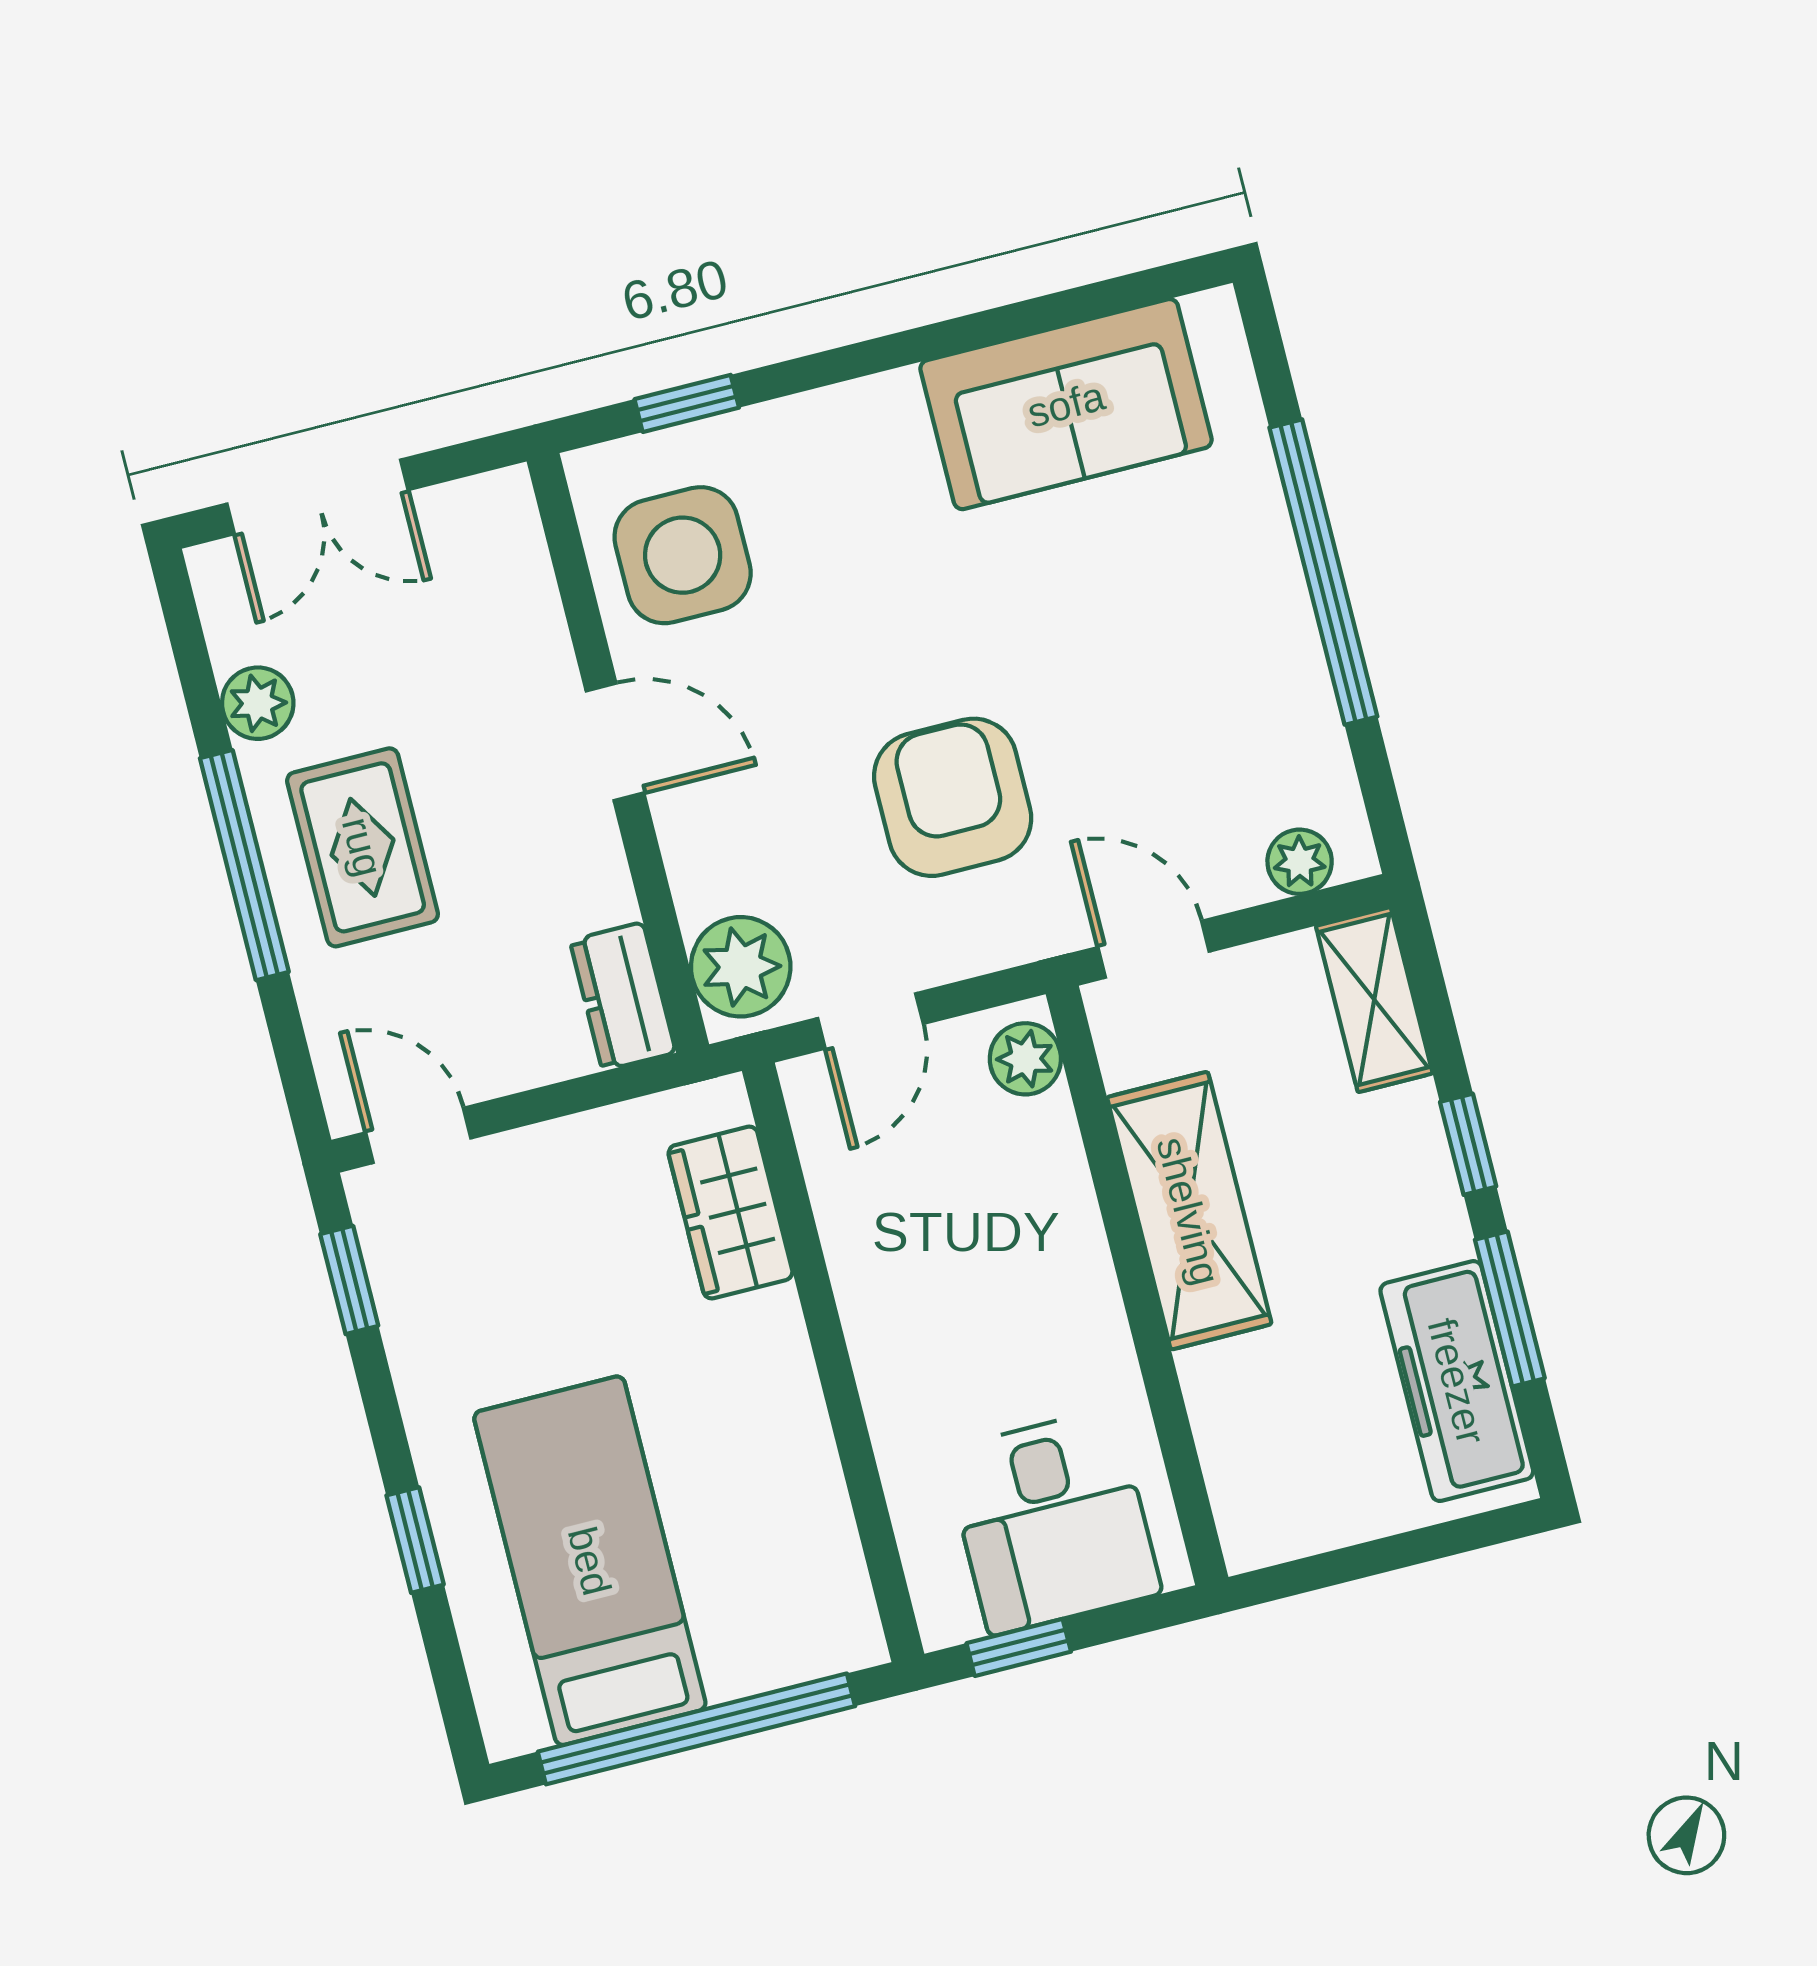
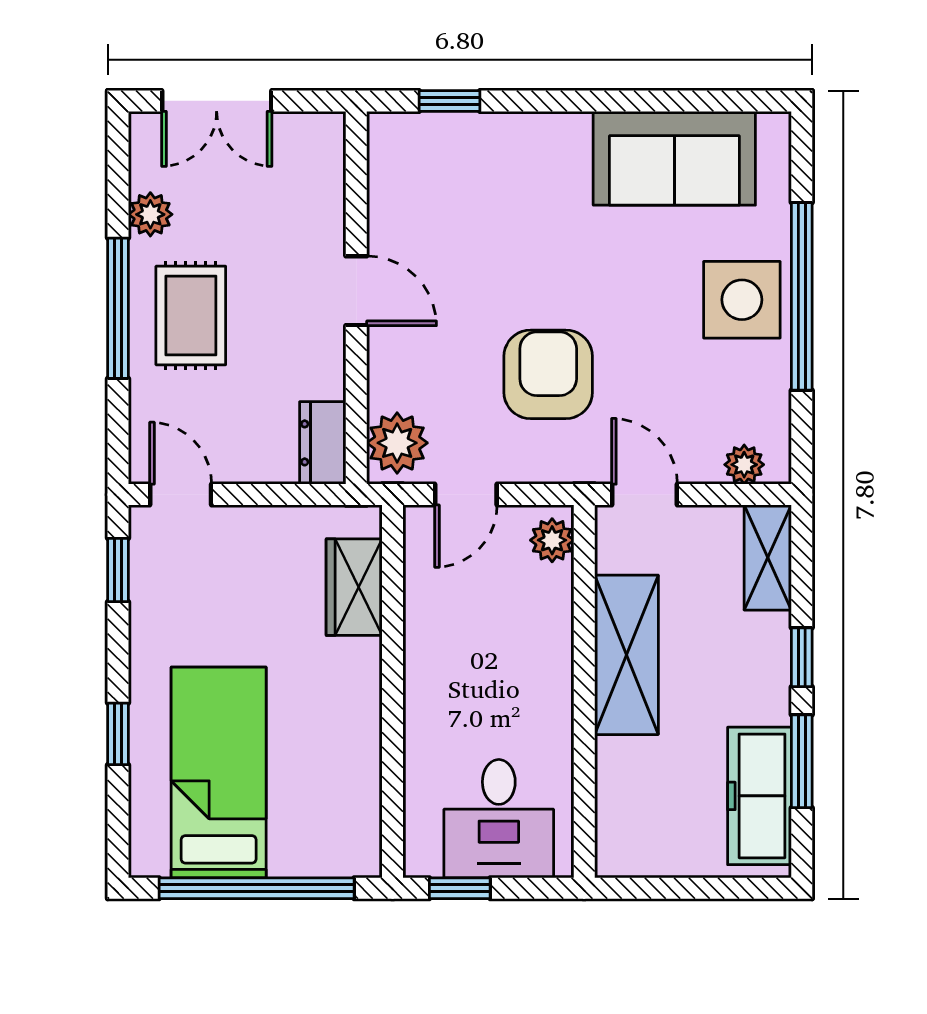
side table: (683, 555) -> (742, 300), moved

